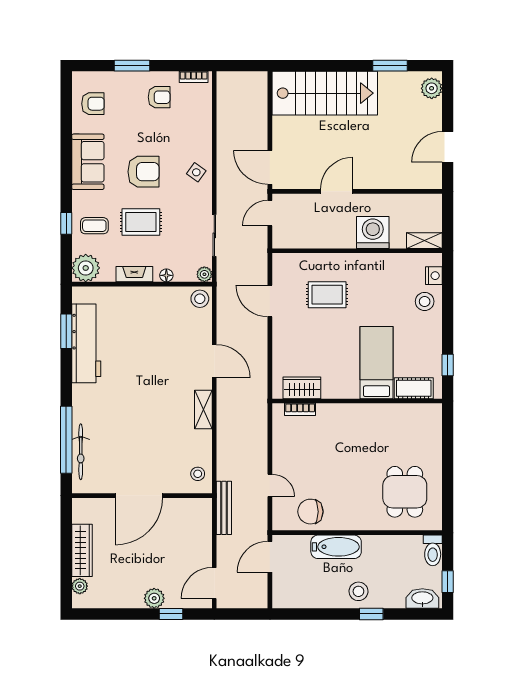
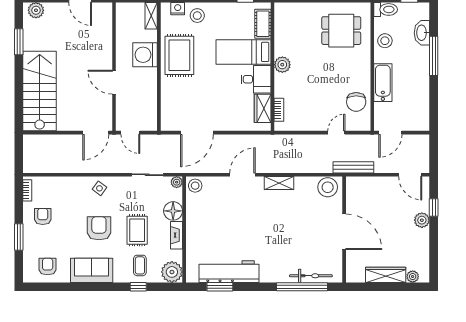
floor lamp: (166, 275) -> (173, 211), width x1.89, depth x1.89
rug: (327, 295) -> (179, 55), moved, width x1.36, depth x1.43
door: (270, 301) -> (197, 133), width x1.36
desk: (340, 379) -> (256, 79), added
plant: (360, 414) -> (282, 65), added
stool: (198, 474) -> (328, 187), width x1.89, depth x1.89
door: (270, 557) -> (390, 133), hinge flipped
stool: (358, 591) -> (385, 41), moved
washbasin: (422, 598) -> (422, 33), moved
window: (371, 614) -> (434, 56), width x2.17

